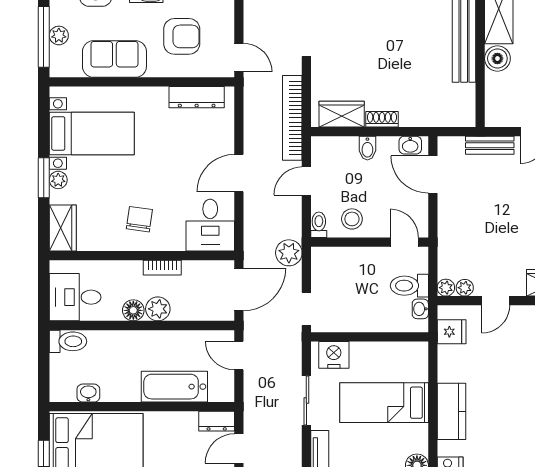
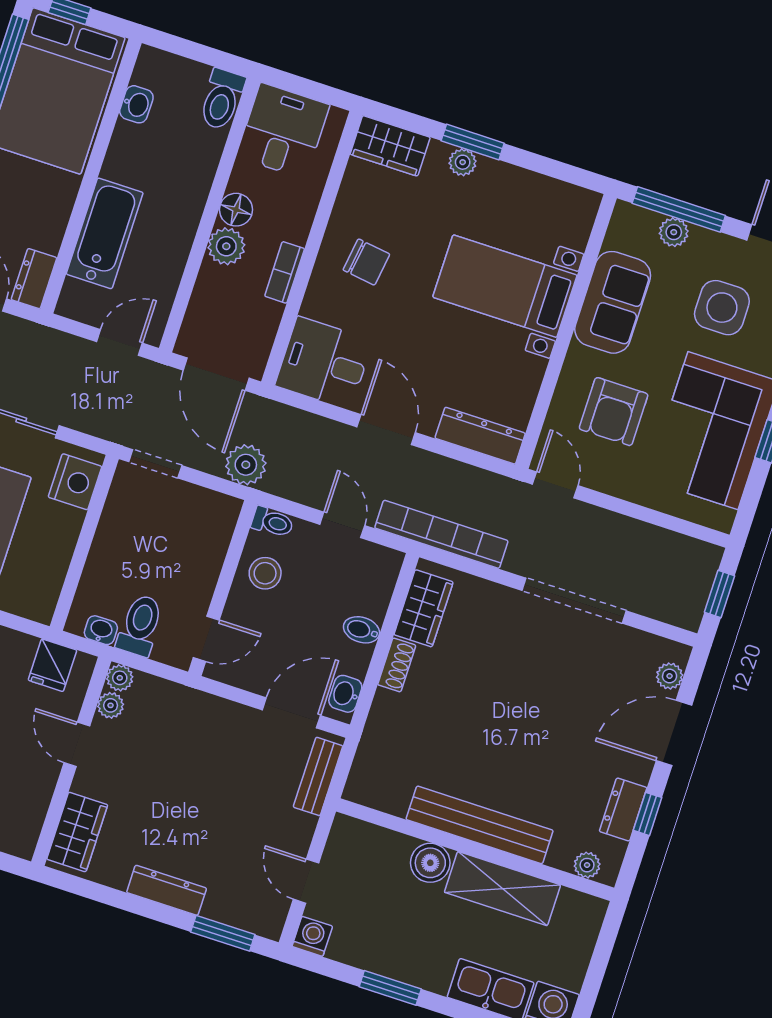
door: (239, 58) -> (555, 485), swing flipped
dresser: (197, 97) -> (480, 436), moved, turned 90
bed with nightstands: (92, 133) -> (505, 286), moved, turned 90
bench: (490, 145) -> (318, 776), moved

